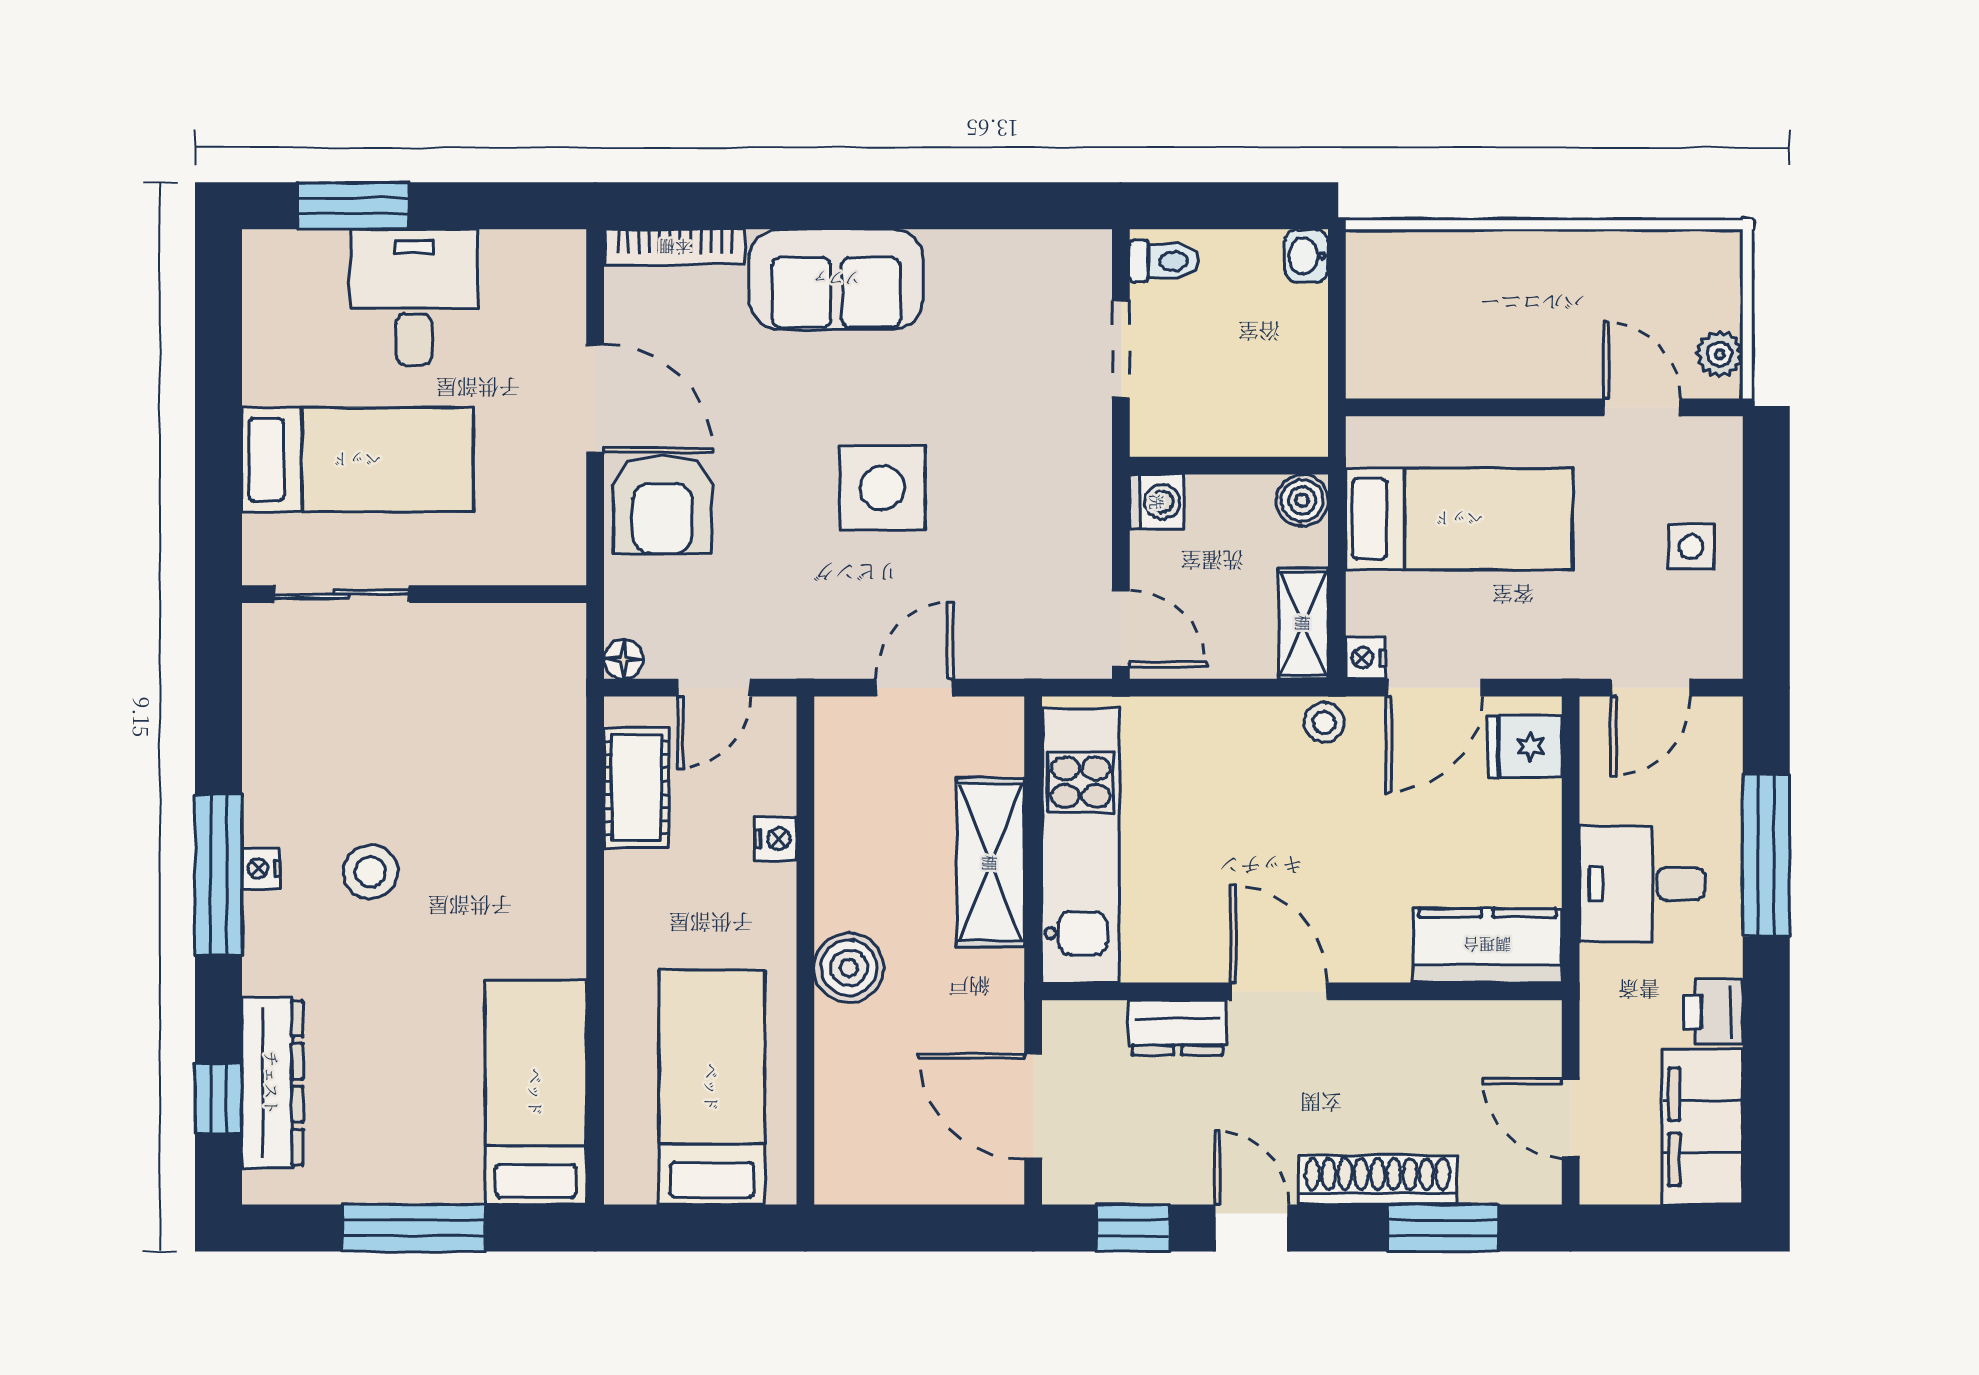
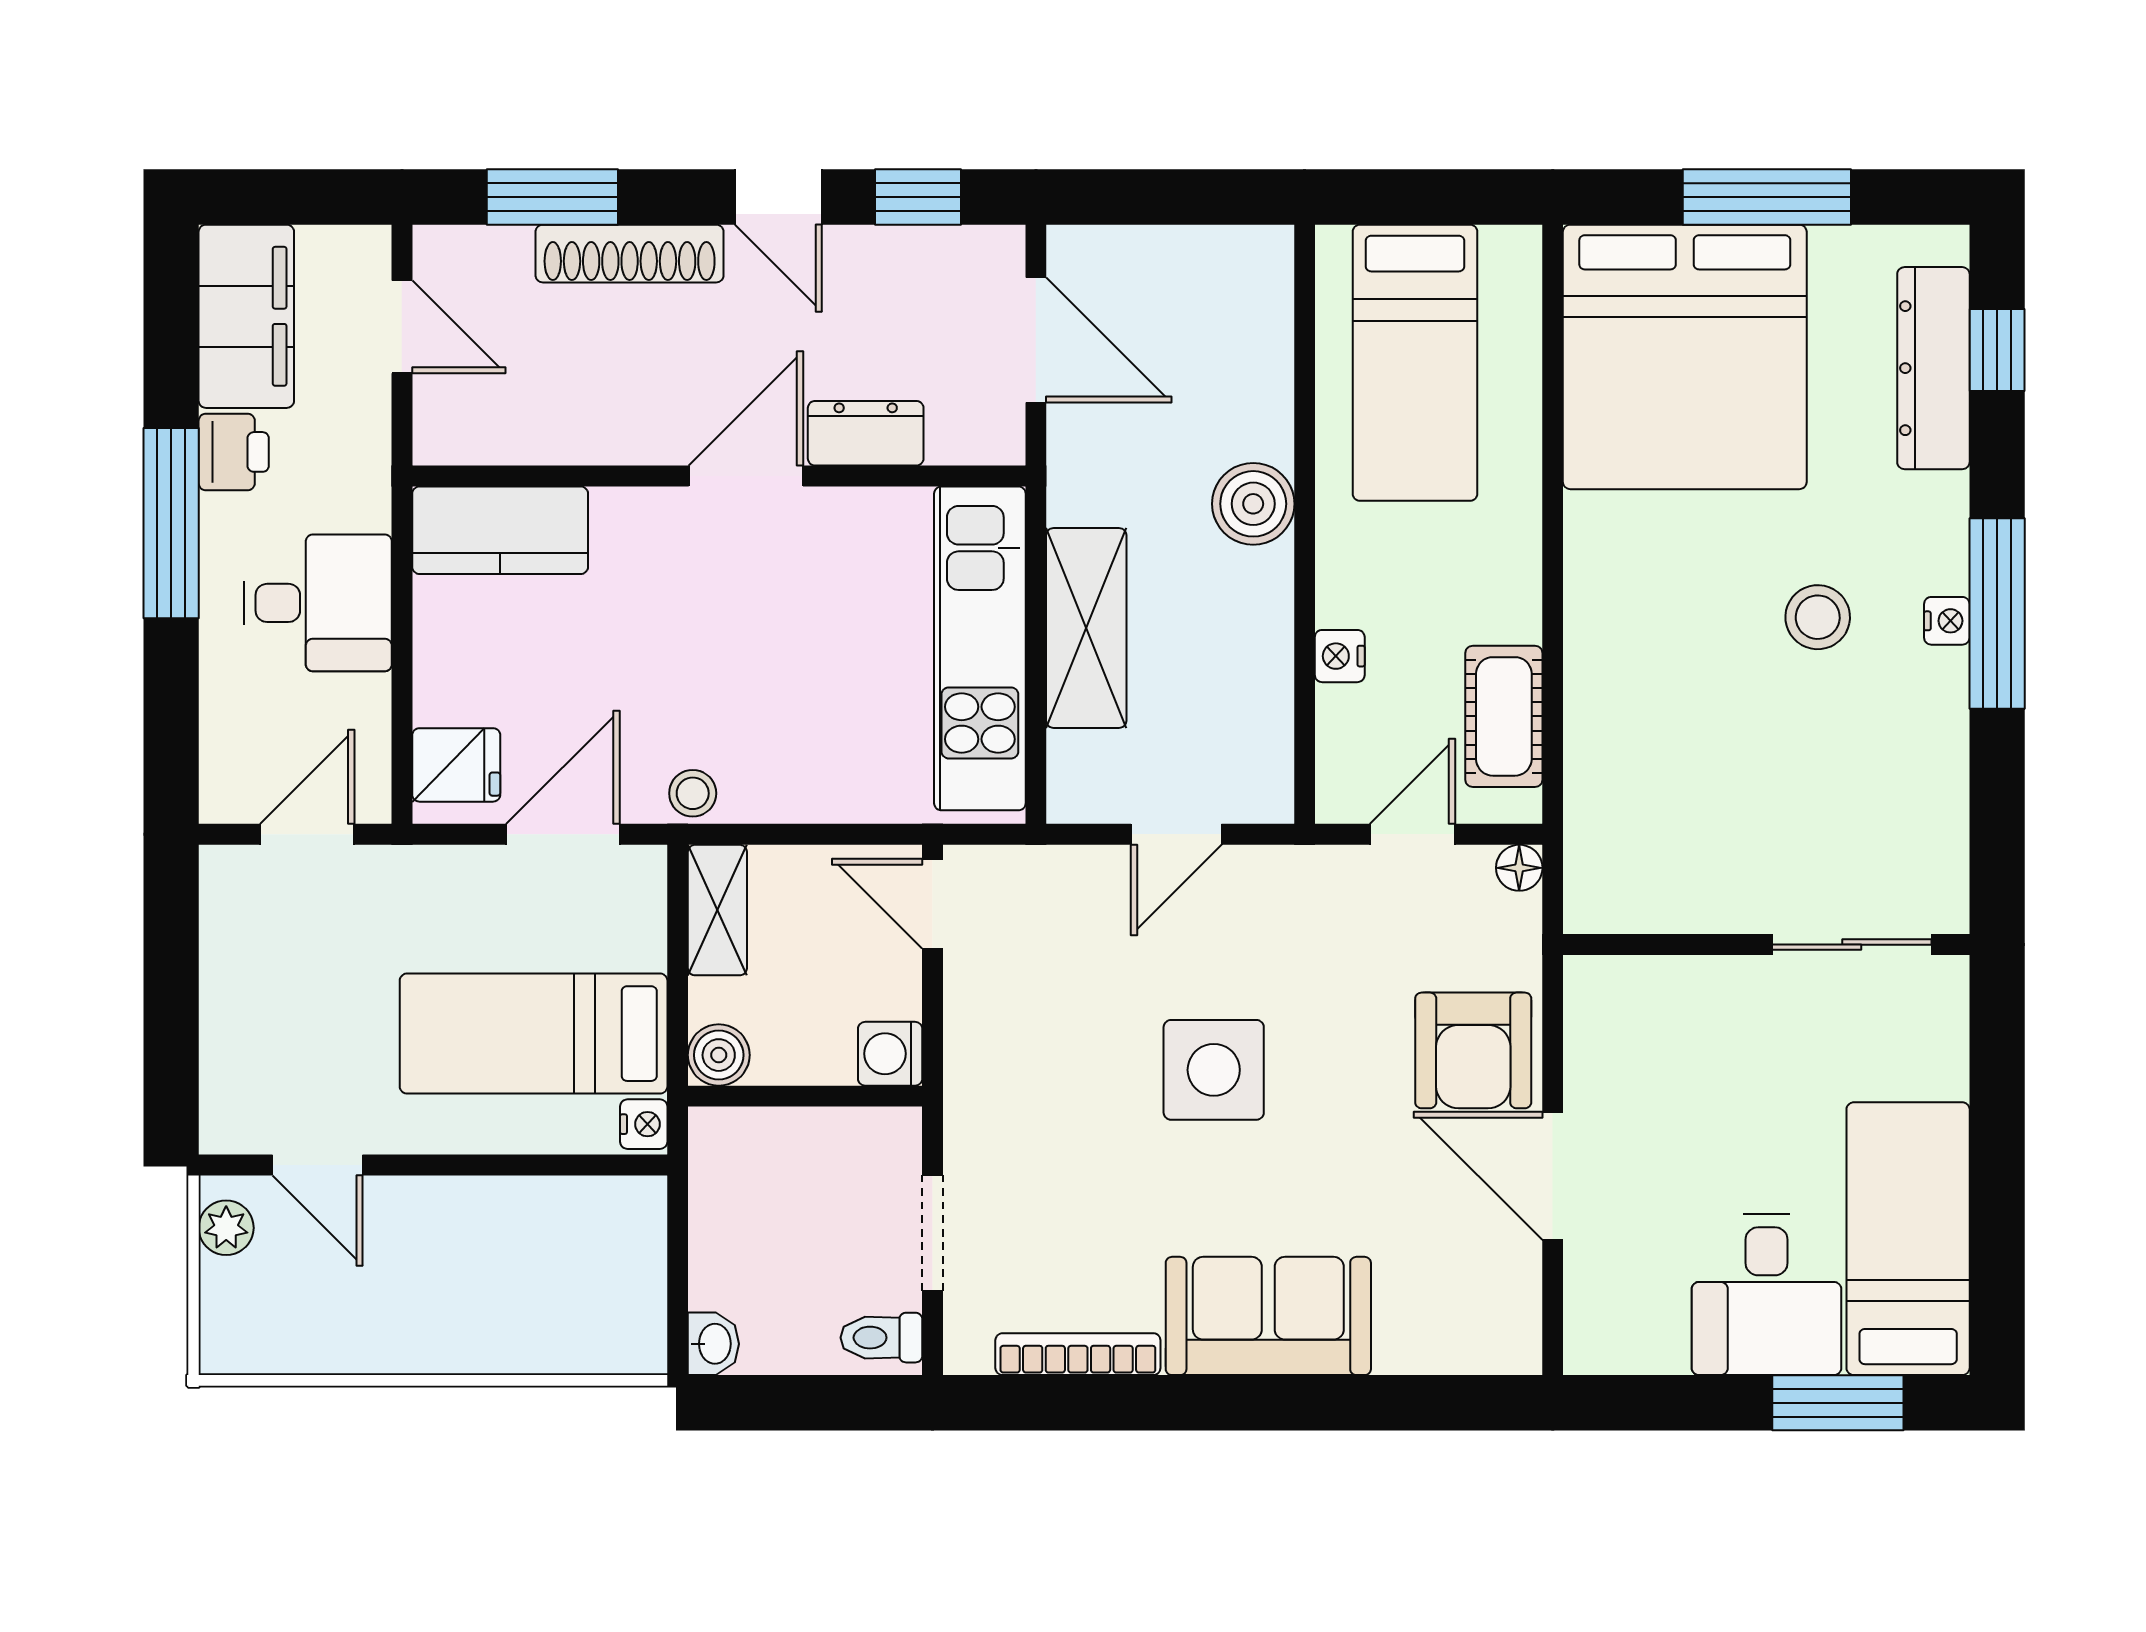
bookcase: (675, 247) -> (1078, 1354), moved
bed: (357, 460) -> (1908, 1239), moved, turned 90
armchair: (662, 504) -> (1473, 1050), turned 180
side table: (1691, 547) -> (260, 1001), removed
nightstand: (1366, 658) -> (644, 1124), moved
window: (1766, 856) -> (171, 523), moved
door: (1279, 991) -> (746, 476), swing flipped
bed: (536, 1092) -> (1685, 357), width x2.04

